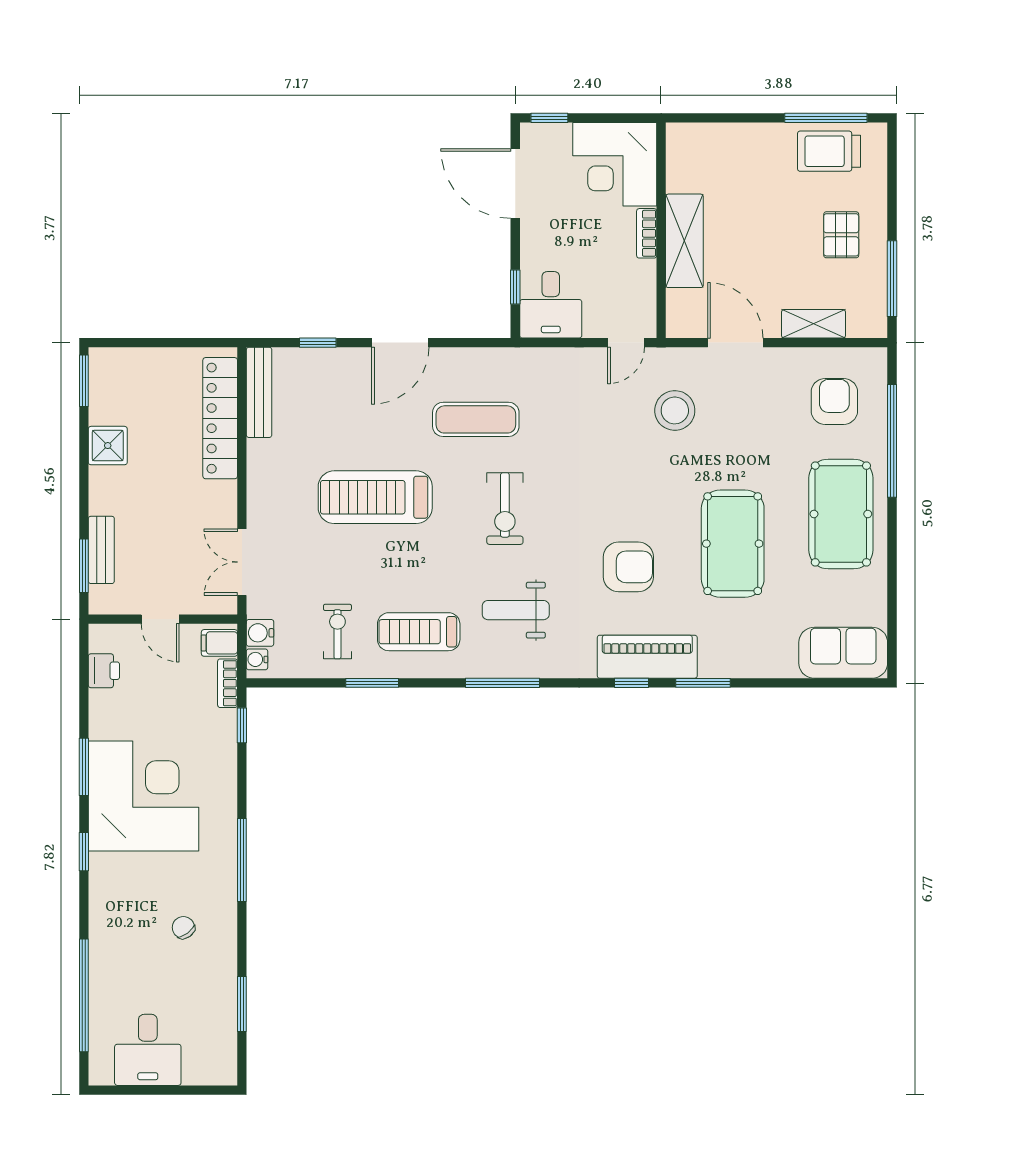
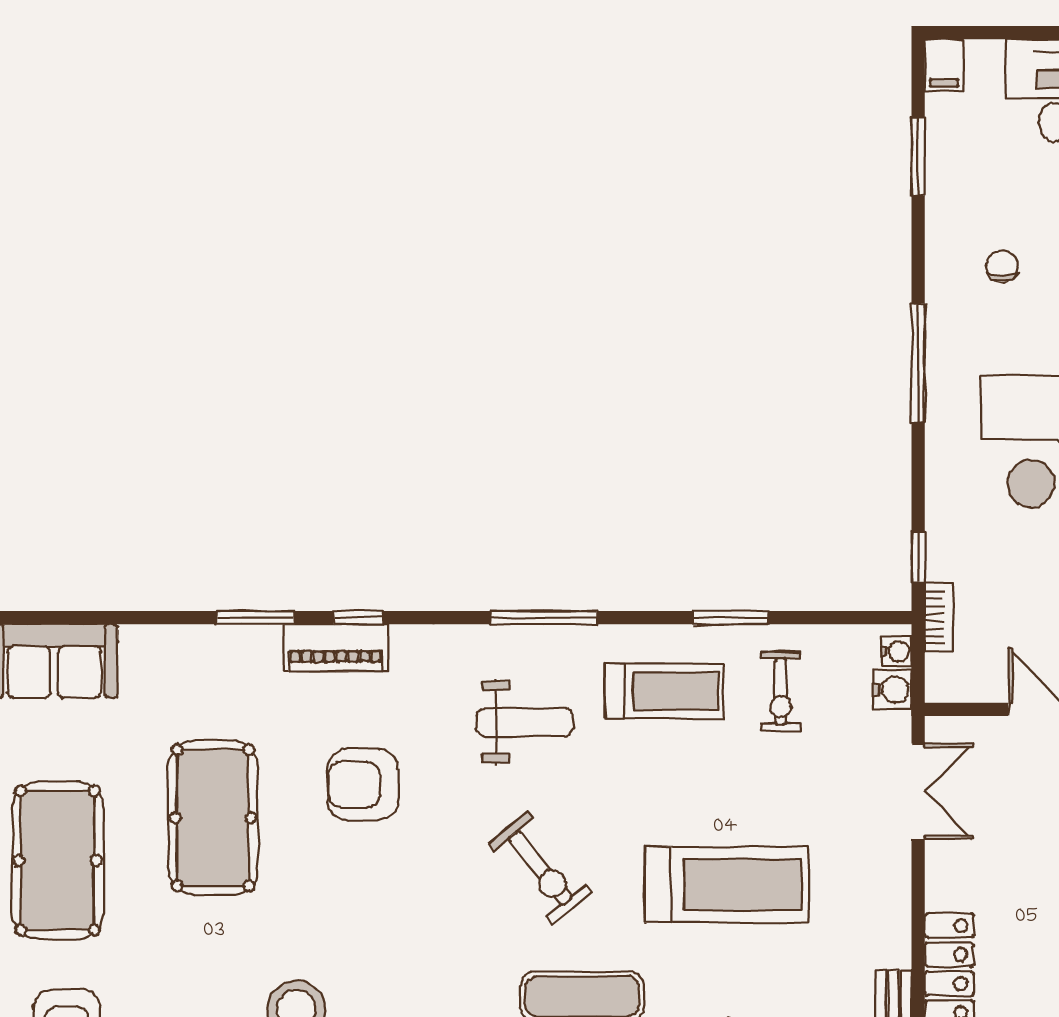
exercise bike: (505, 509) -> (540, 868), turned 141
filing cabinet: (219, 643) -> (944, 65), moved, turned 90
piano: (647, 657) -> (336, 648), width x0.73, depth x0.75
chair: (183, 927) -> (1002, 266), turned -144

